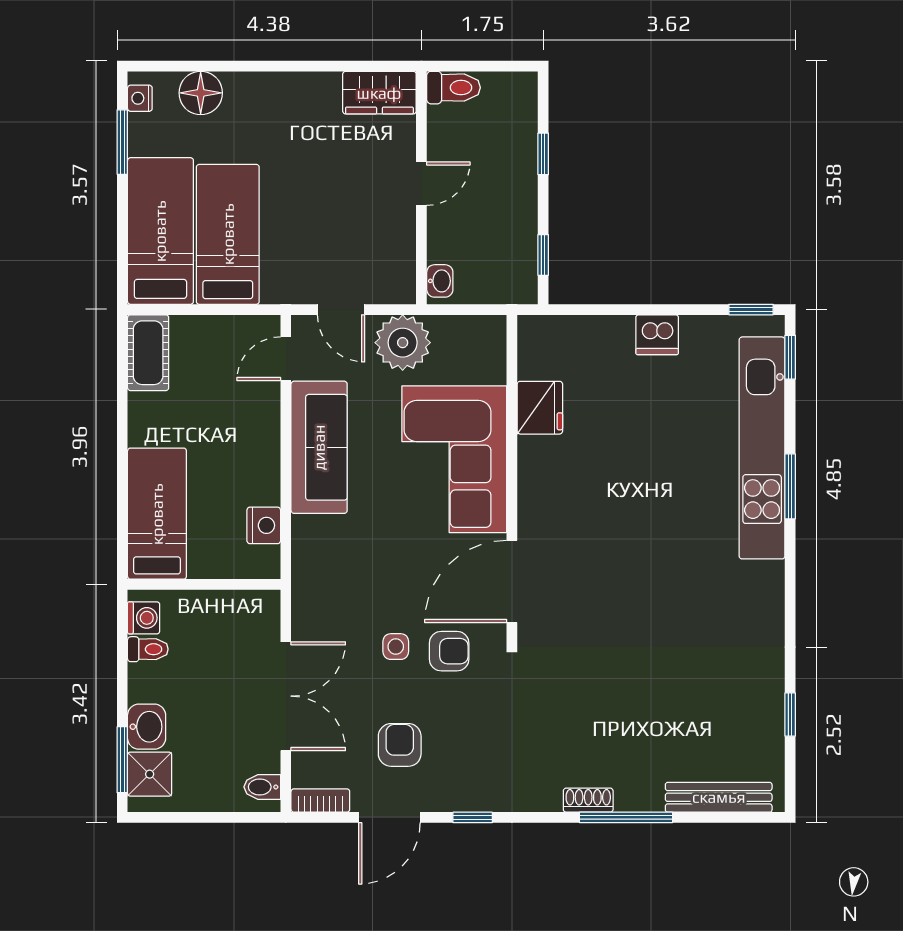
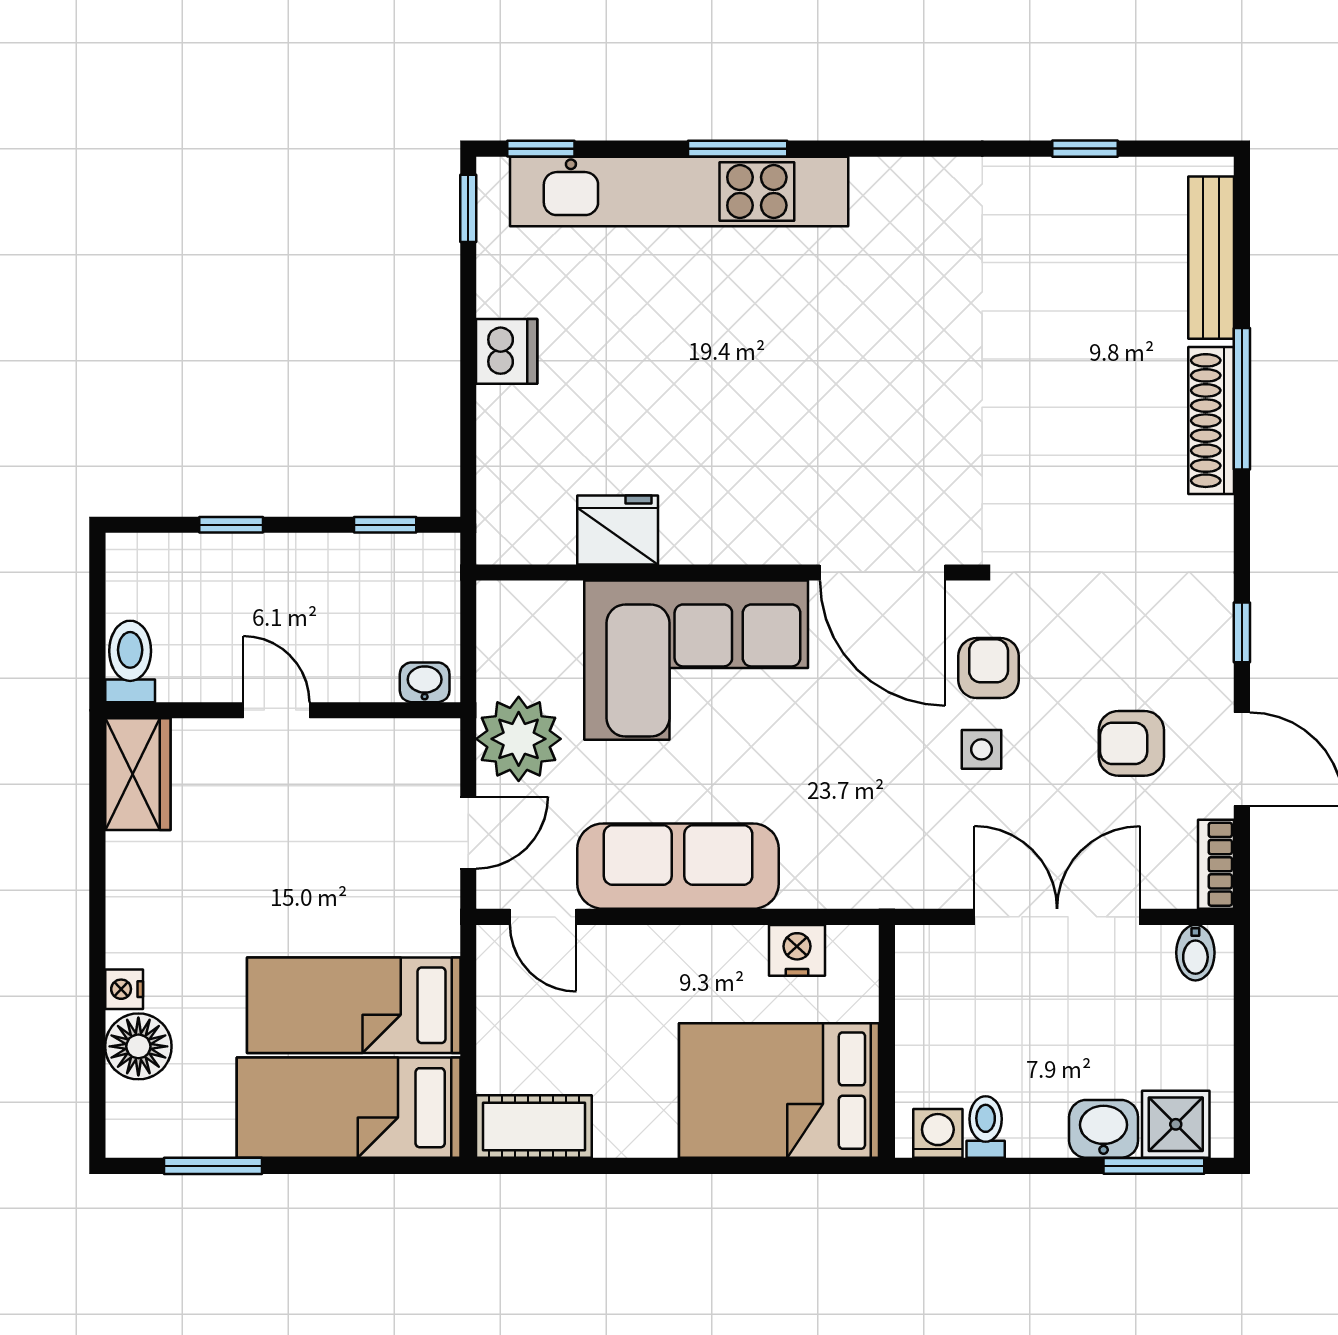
nightstand: (140, 98) -> (124, 989), moved, turned 90
bed: (157, 514) -> (779, 1091), width x1.50
shoe rack: (588, 800) -> (1211, 421), width x1.94, depth x1.24

